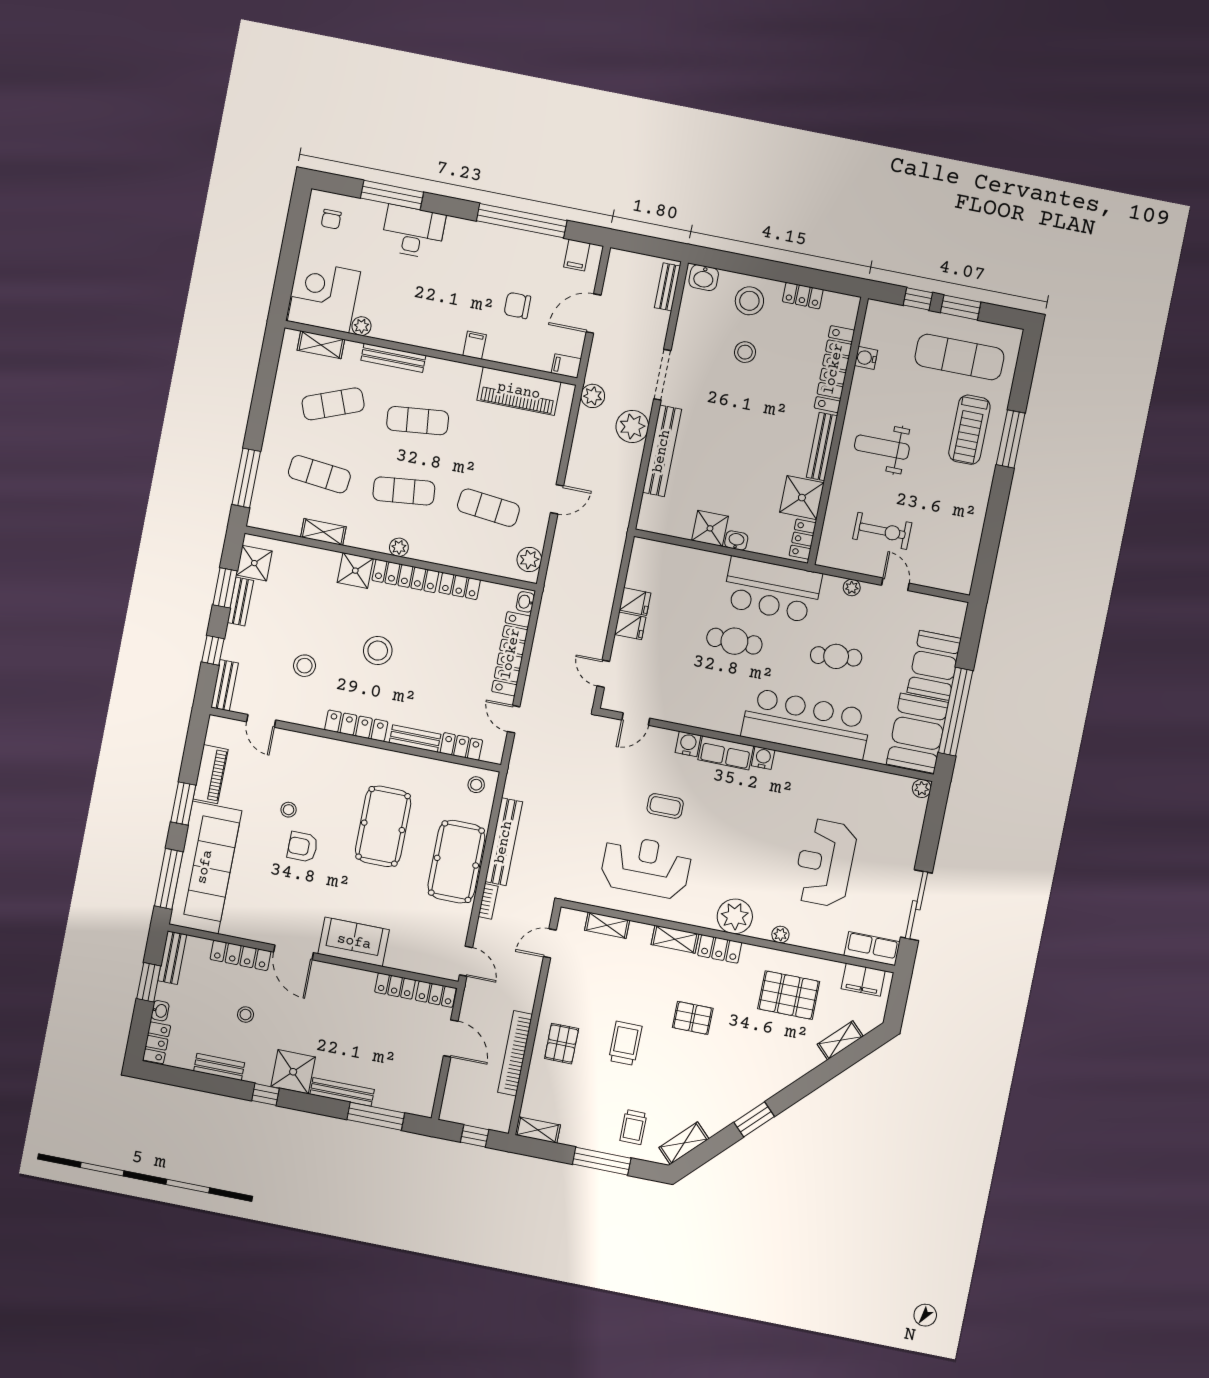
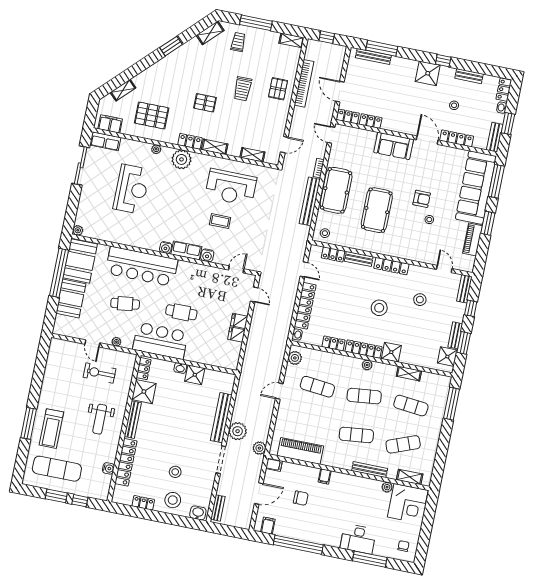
treadmill: (969, 430) -> (51, 429), turned 180
weight bench: (882, 447) -> (100, 419), turned 90
bench: (342, 1092) -> (373, 56), moved

